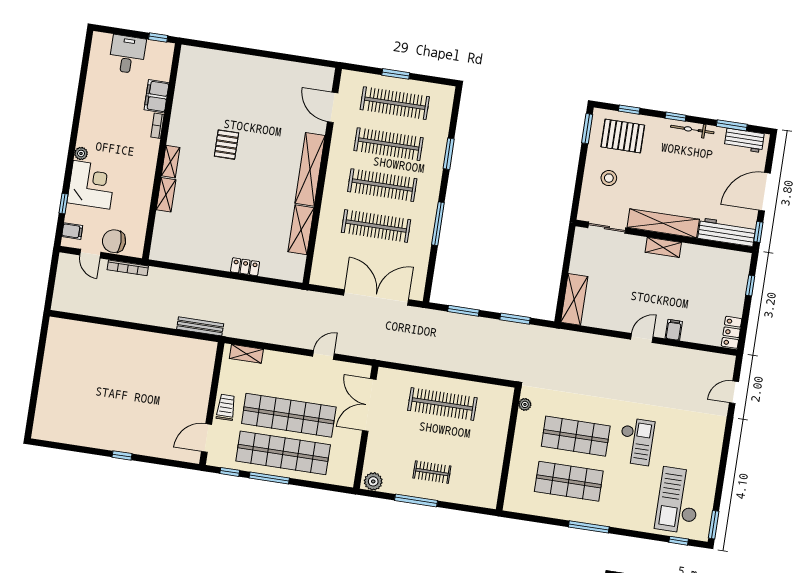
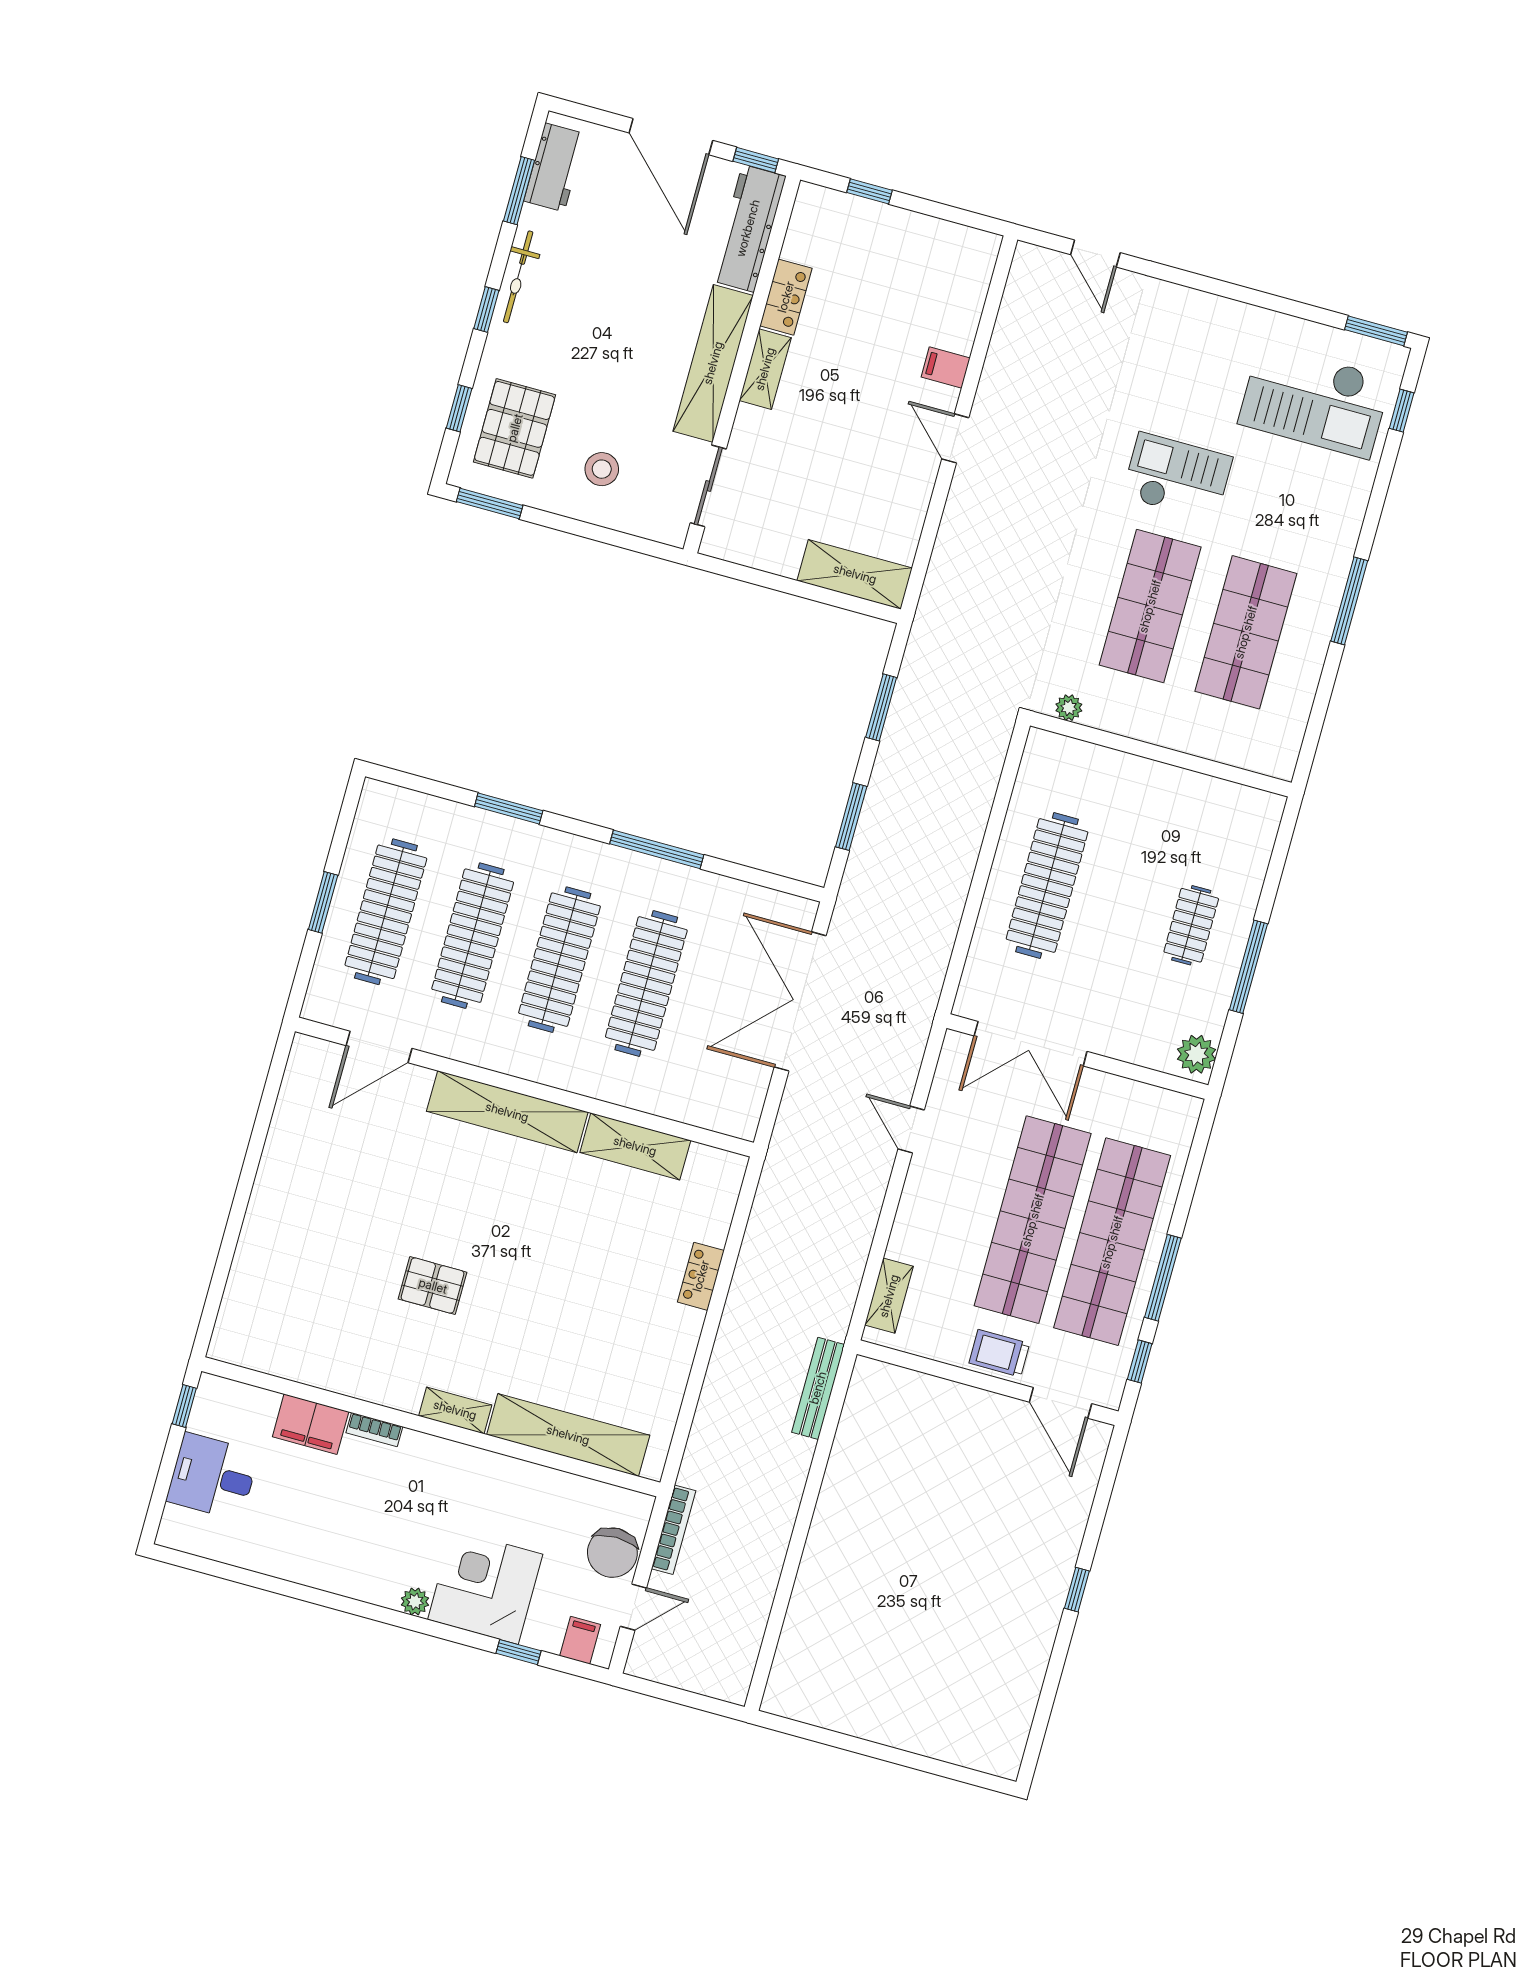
shelving: (166, 195) -> (568, 1435), width x2.20, depth x1.33
locker: (732, 332) -> (786, 297), moved, turned -90

